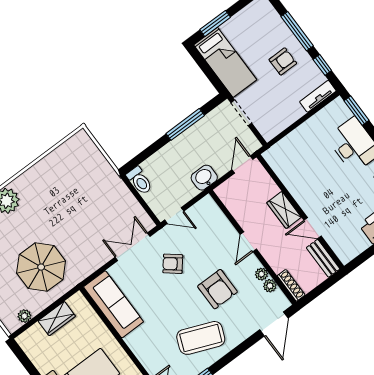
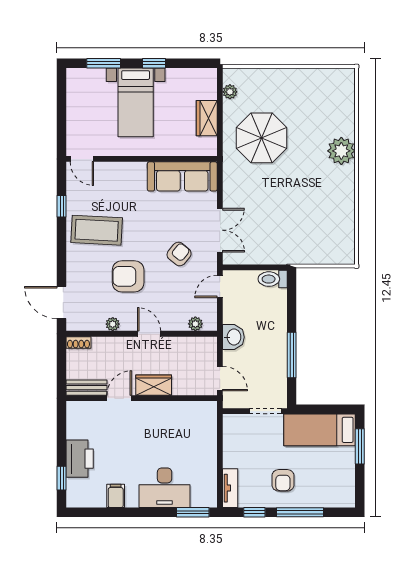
shoe rack: (291, 285) -> (78, 342), width x0.70
plant: (270, 286) -> (195, 324), moved
coffee table: (201, 338) -> (97, 230), turned 71

